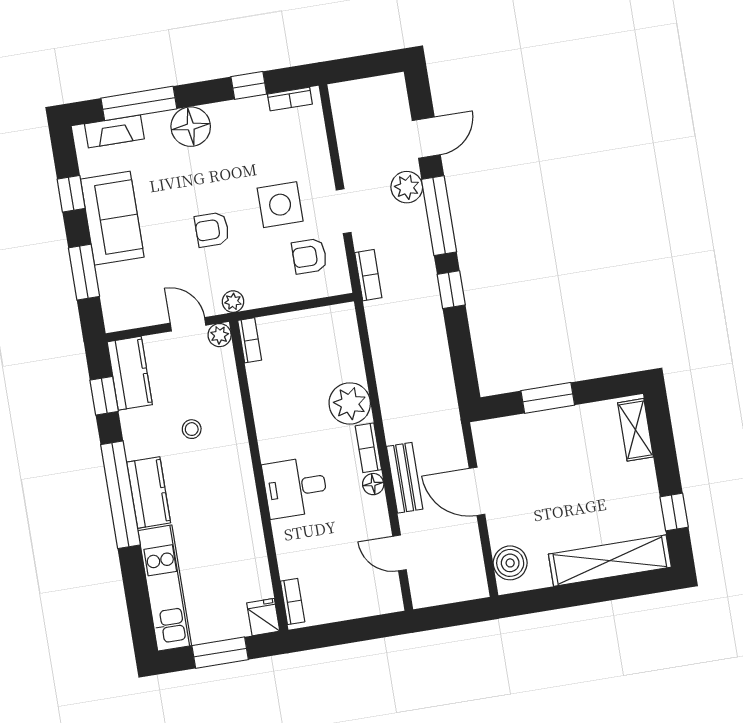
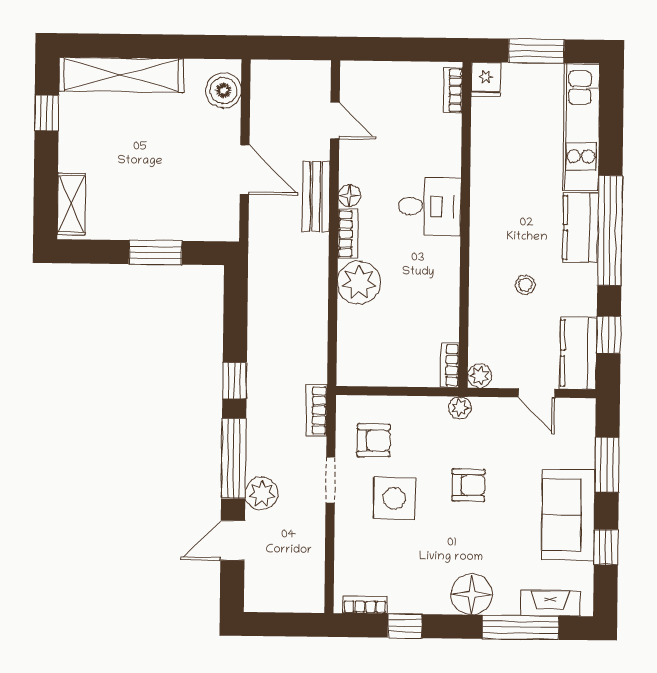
door: (188, 324) -> (536, 393), moved

